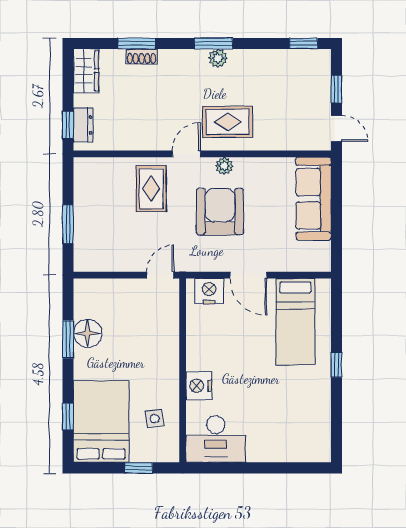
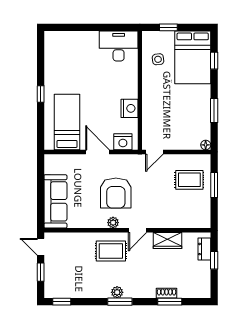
wardrobe: (86, 71) -> (167, 241), moved, turned -90
window: (68, 125) -> (214, 260), moved
rug: (151, 189) -> (189, 180), moved, turned 90
floor lamp: (88, 333) -> (206, 145), moved, width x0.53, depth x0.53
nightstand: (199, 386) -> (130, 108), moved

